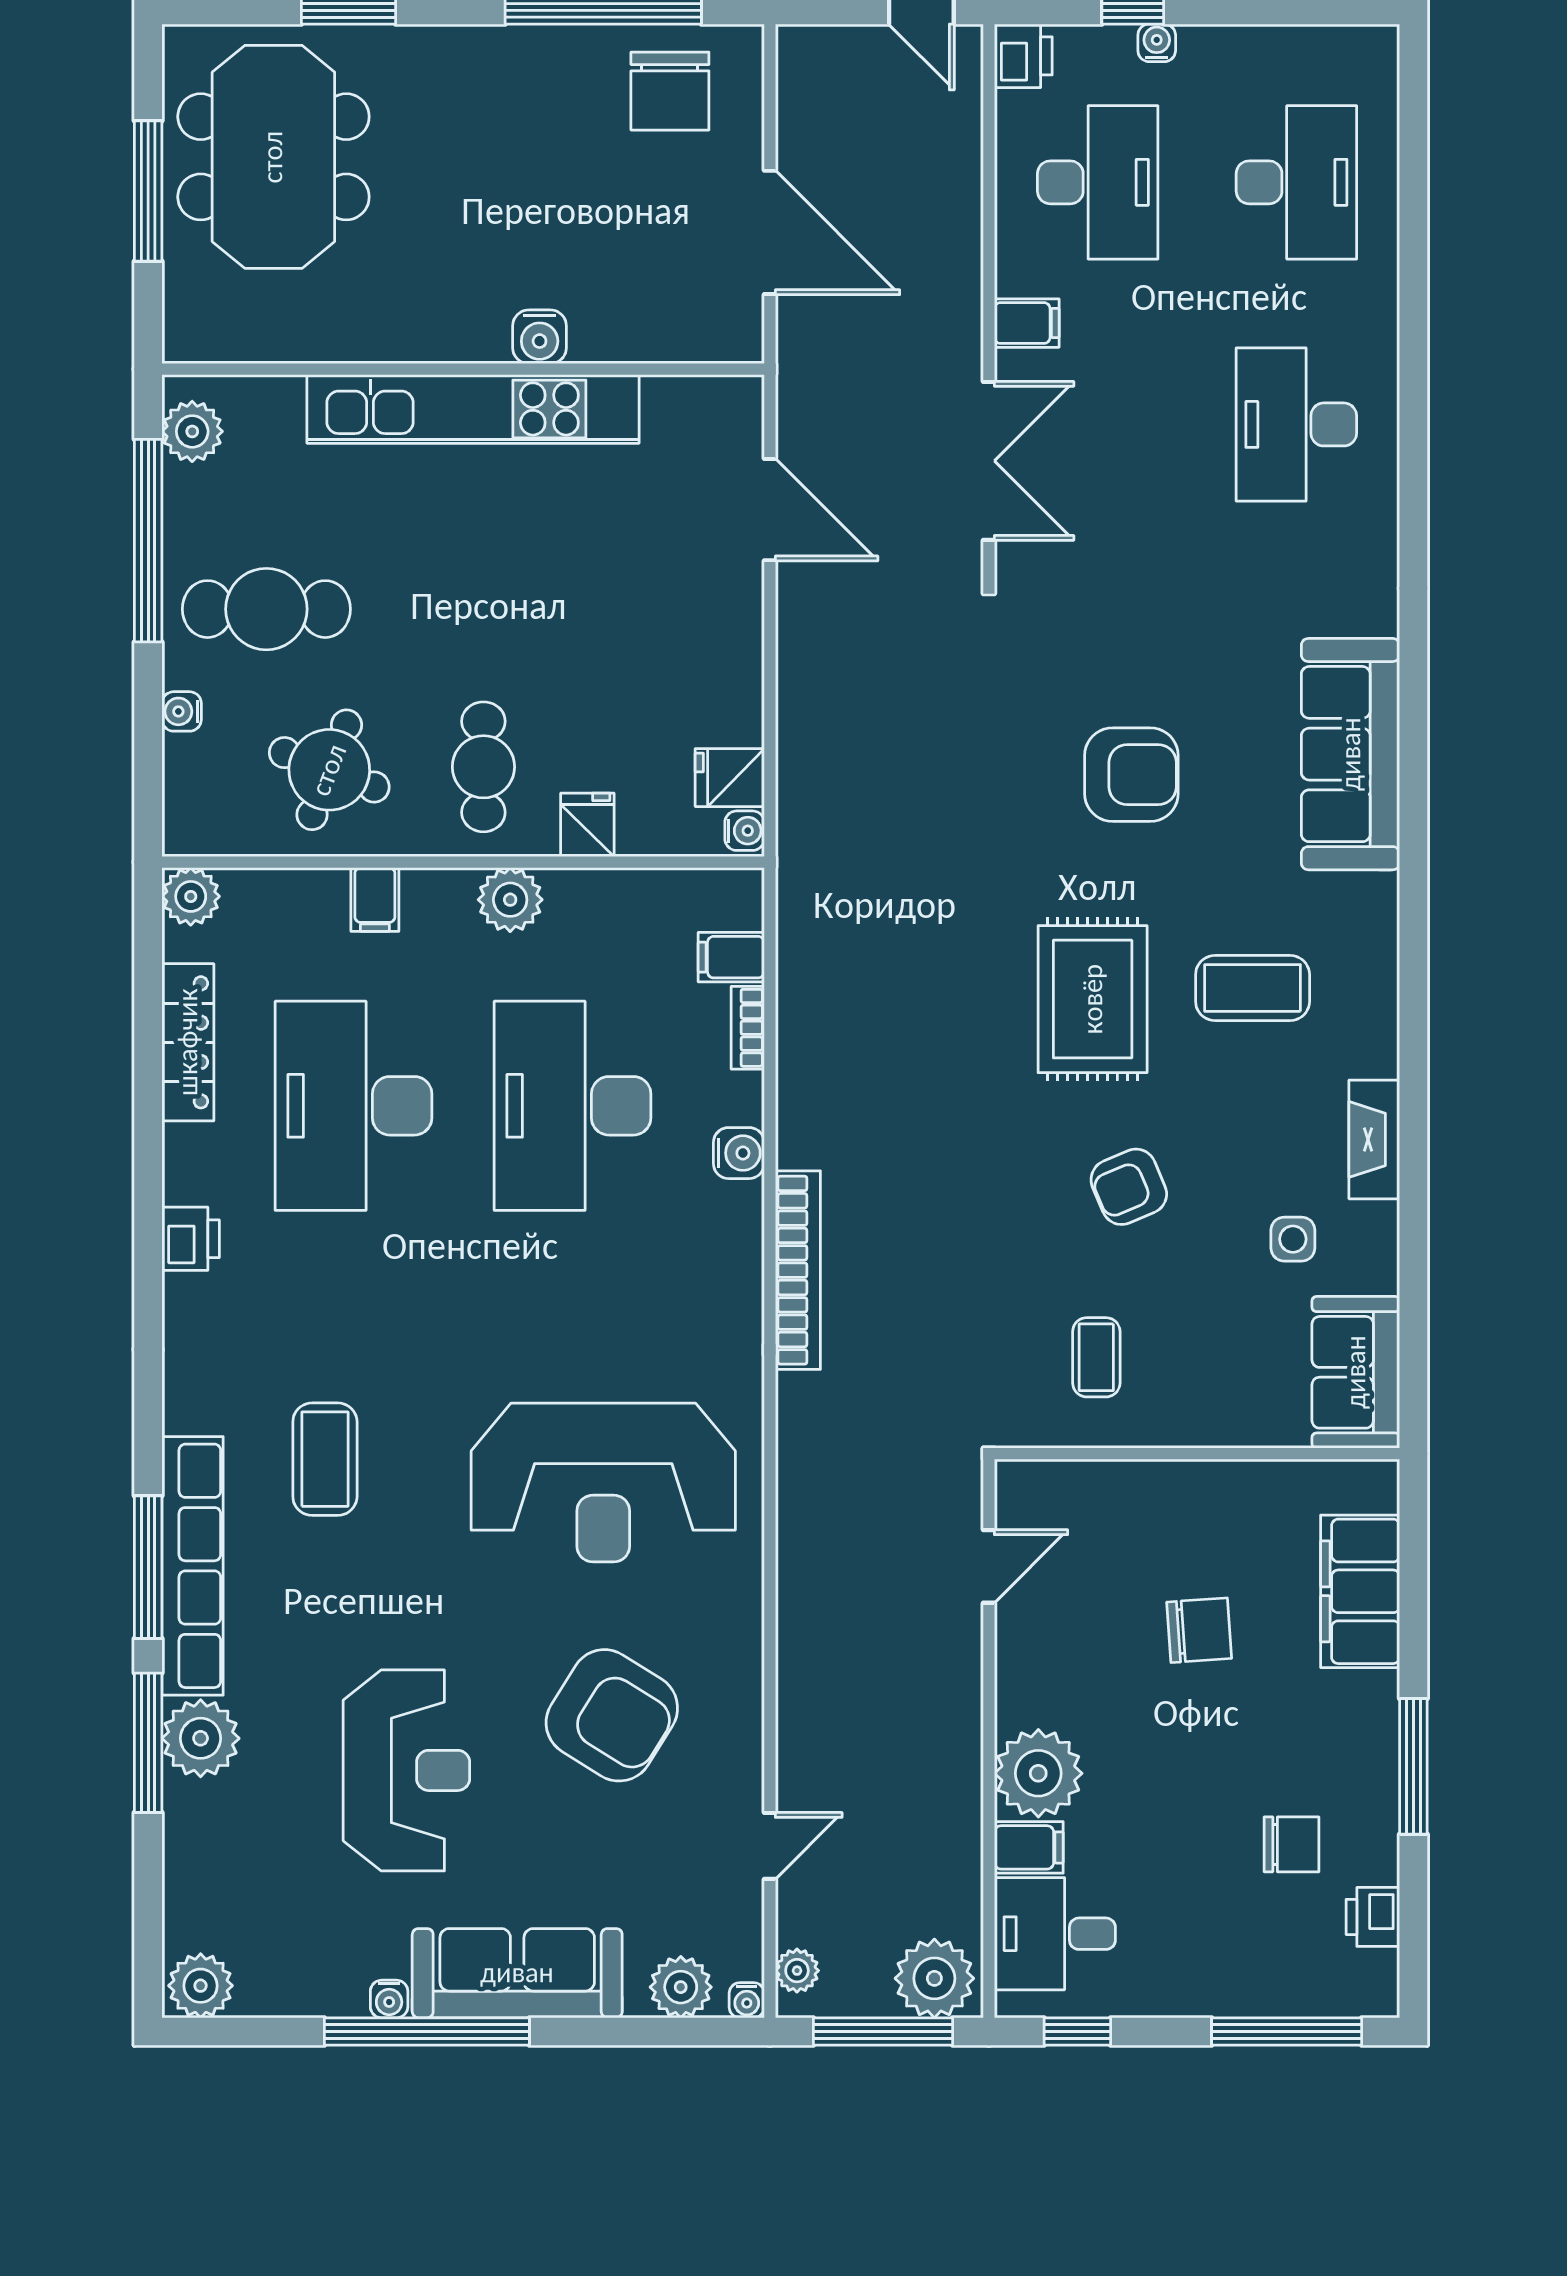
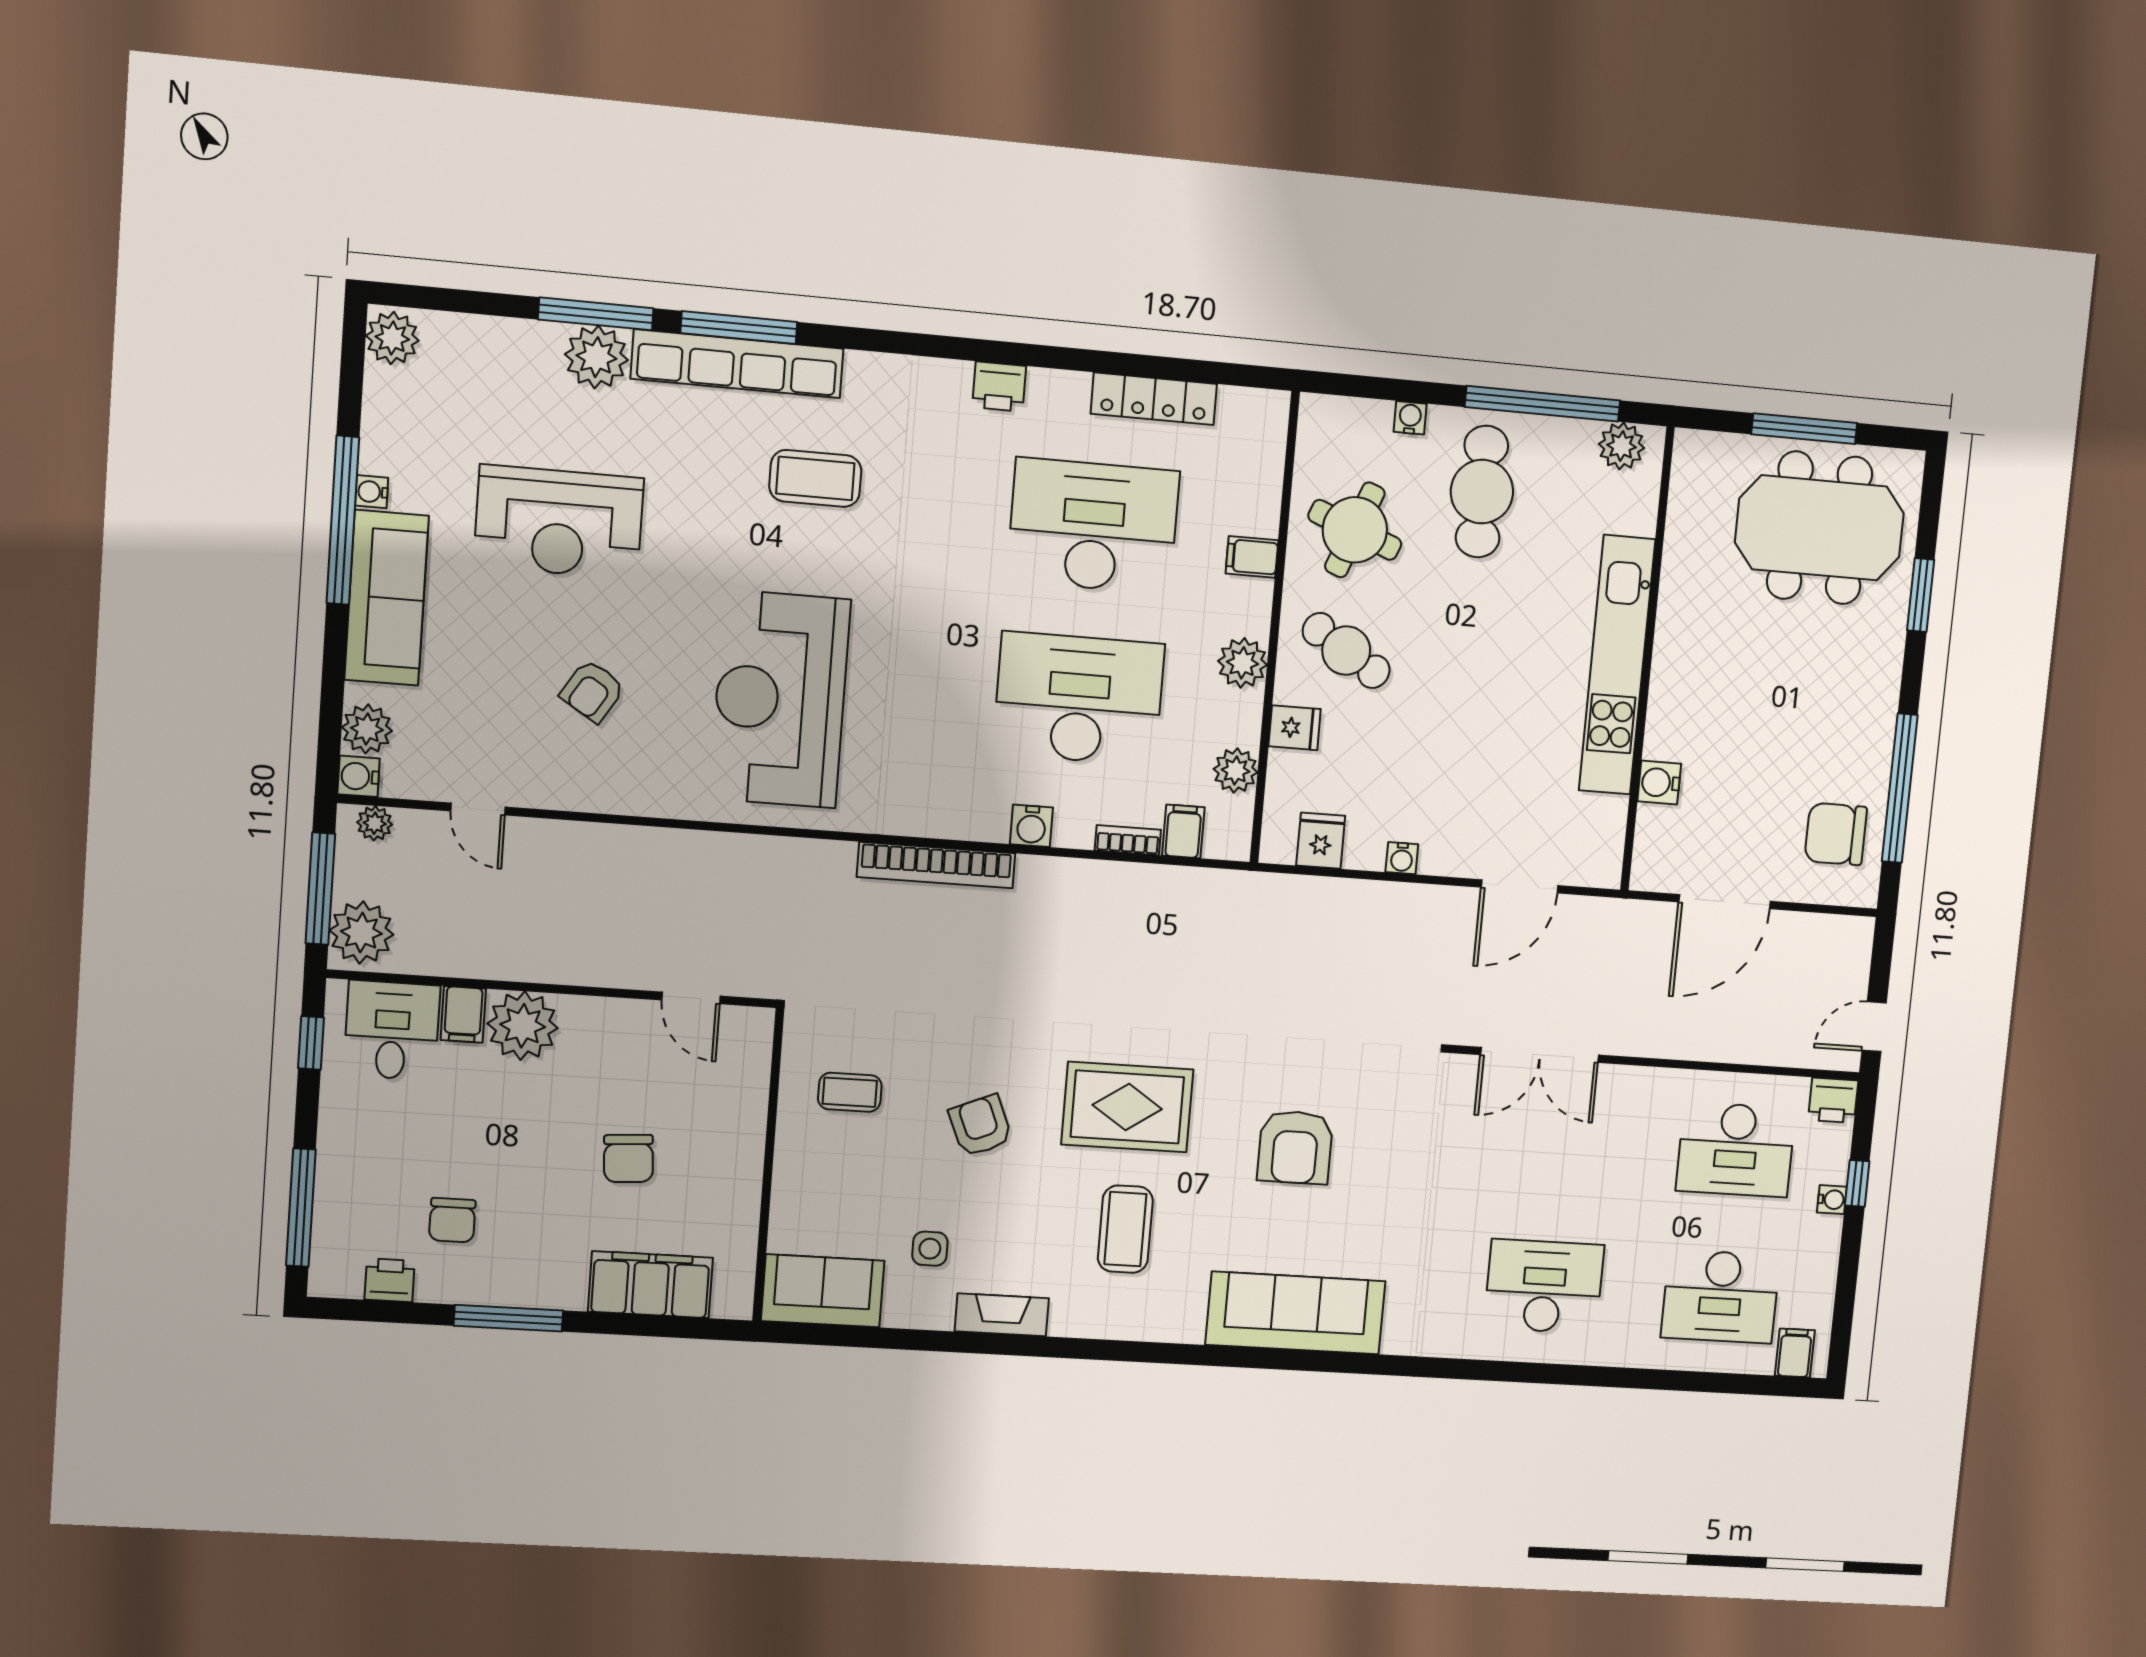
filing cabinet: (1027, 323) -> (1795, 1353), moved, turned 180
water cooler: (540, 337) -> (1659, 783), moved
cafe table: (483, 767) -> (1346, 651), turned 32
water cooler: (745, 831) -> (1402, 858), moved
plant: (191, 896) -> (1236, 771), moved
armchair: (612, 1715) -> (592, 691), width x0.53, depth x0.53
water cooler: (747, 2000) -> (359, 776), width x1.38, depth x1.38

